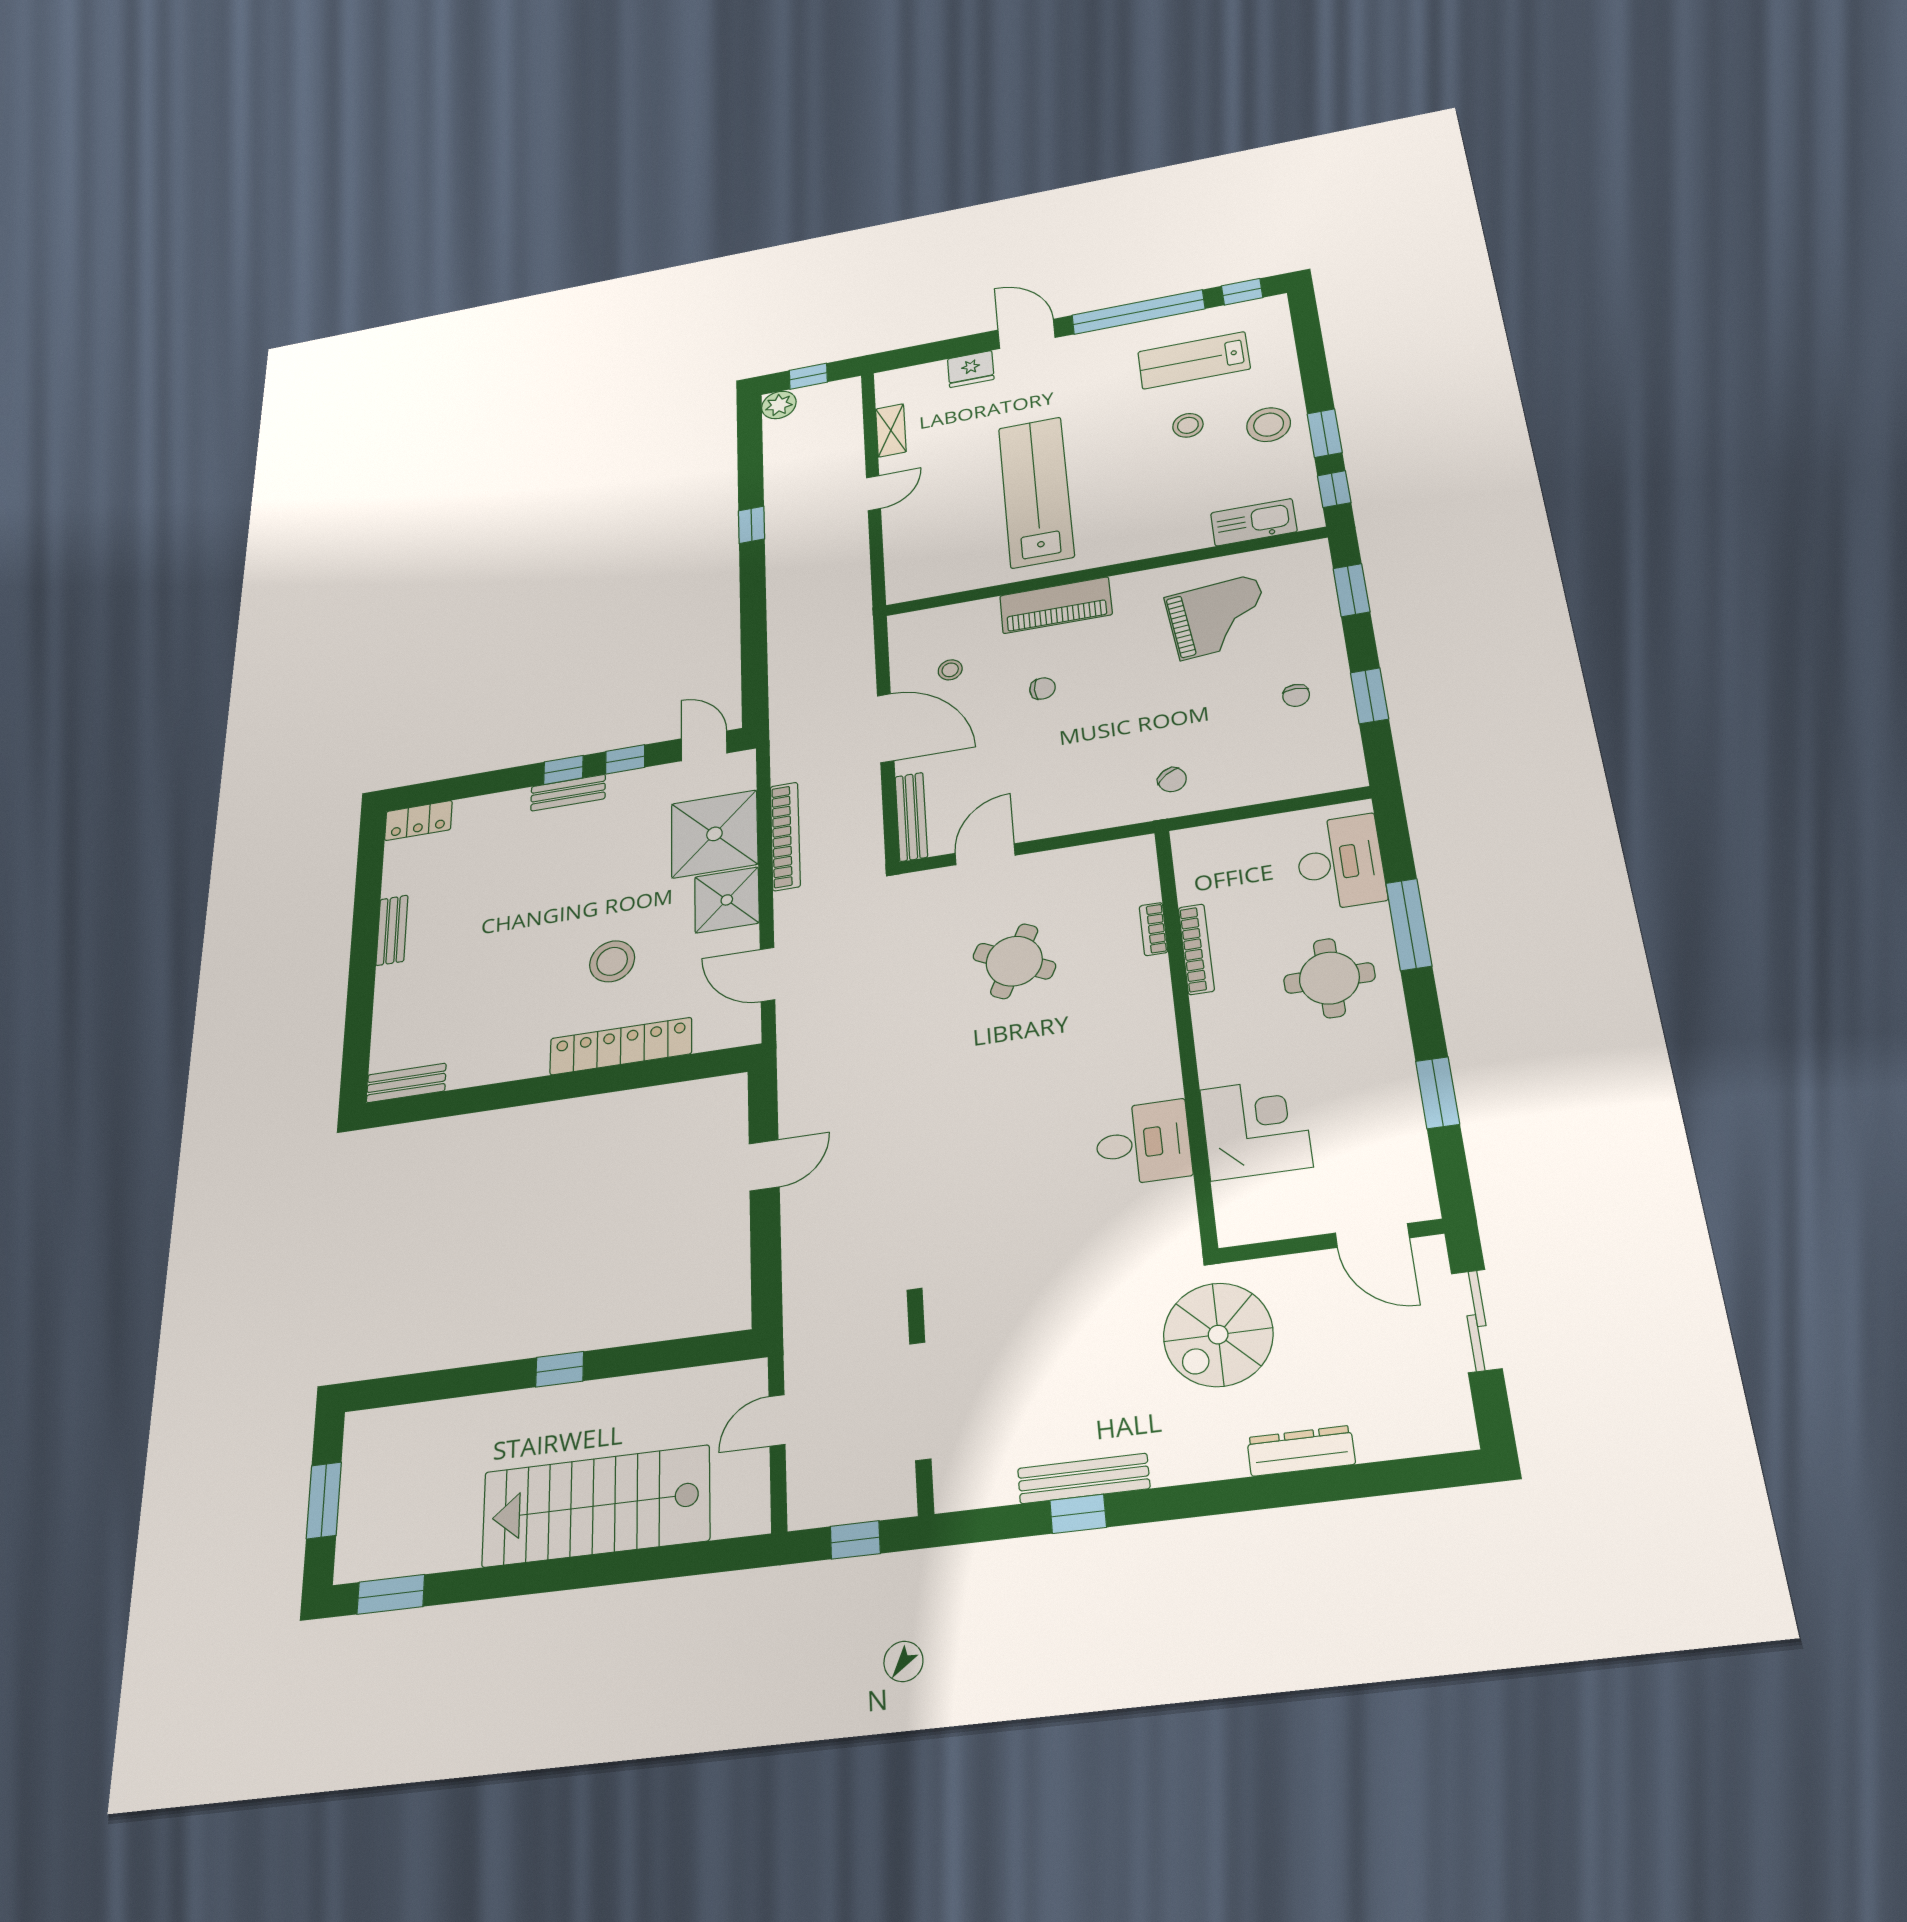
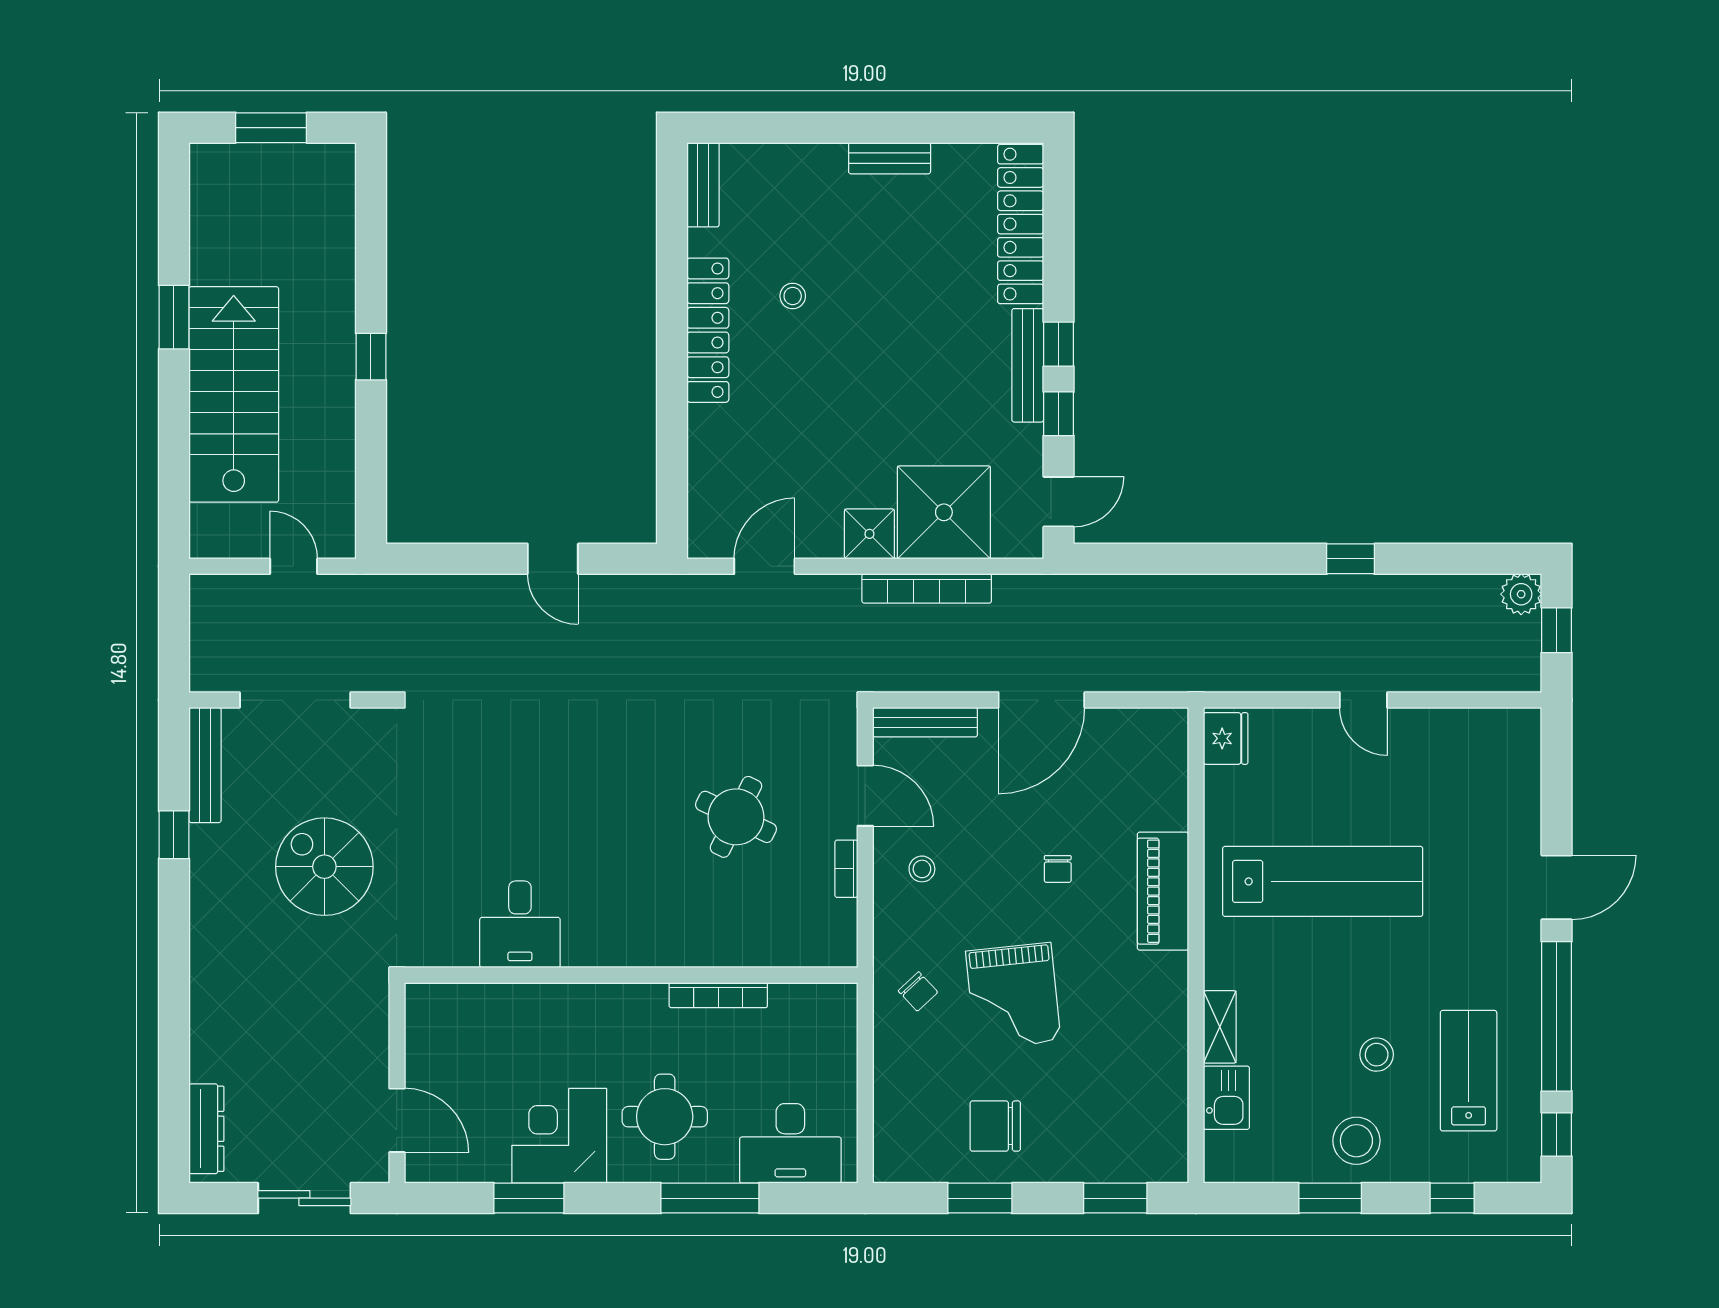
fridge: (971, 369) -> (1226, 738), moved, turned 180
shelving: (891, 430) -> (1220, 1027), moved, turned 90
window: (1334, 489) -> (1452, 1198), moved
kitchen sink: (1254, 522) -> (1226, 1098), width x0.73
grand piano: (1218, 617) -> (1013, 996), moved
stool: (950, 670) -> (922, 869), moved
chair: (1296, 695) -> (995, 1126), width x1.87, depth x1.87
chair: (1172, 780) -> (918, 991), turned -97
bench: (568, 793) -> (1028, 365), width x1.36
locker: (418, 821) -> (1021, 224), width x2.16, depth x1.21
shower: (727, 900) -> (869, 534), width x0.73, depth x0.73
bookcase: (1154, 929) -> (846, 869), moved, turned -90
stool: (612, 961) -> (793, 296), moved, width x0.53, depth x0.53
locker: (621, 1046) -> (708, 330), moved
corner desk: (1256, 1128) -> (559, 1136), moved, turned 180
door: (1372, 1235) -> (397, 1120), swing flipped
spiral stairs: (1218, 1335) -> (324, 867), moved
dresser: (1301, 1451) -> (206, 1129), moved
bench: (1084, 1478) -> (205, 765), moved
window: (855, 1540) -> (174, 635), removed
window: (391, 1594) -> (174, 317), moved

